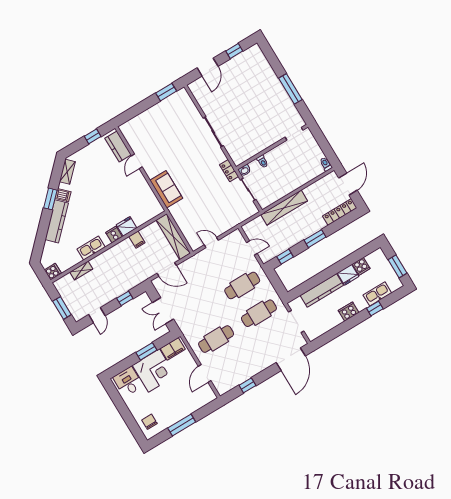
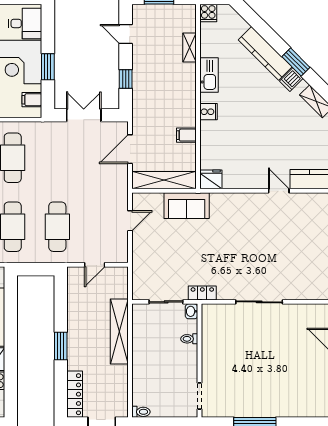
sofa: (166, 189) -> (187, 206), moved
fridge: (127, 226) -> (211, 179), moved, turned -90
window: (285, 257) -> (61, 298), removed
filing cabinet: (173, 349) -> (32, 100), width x0.50

